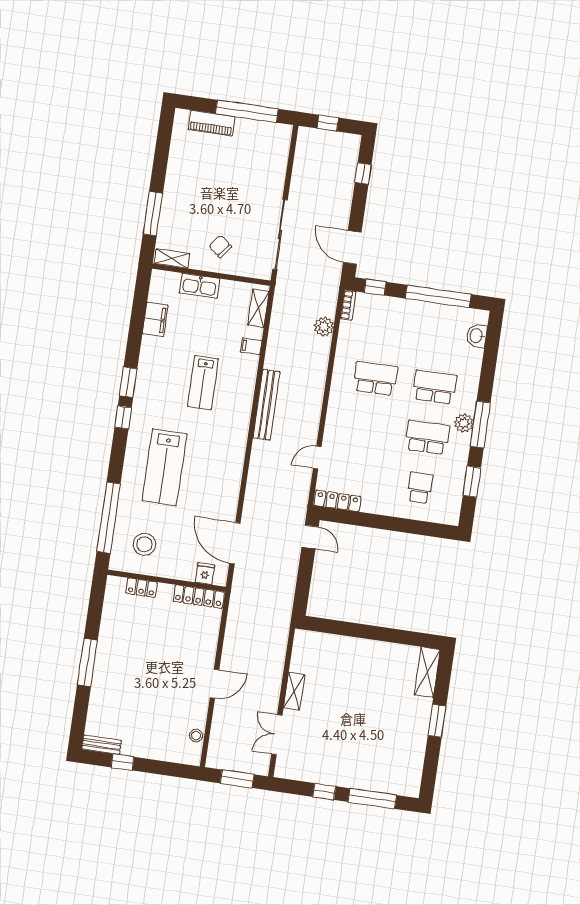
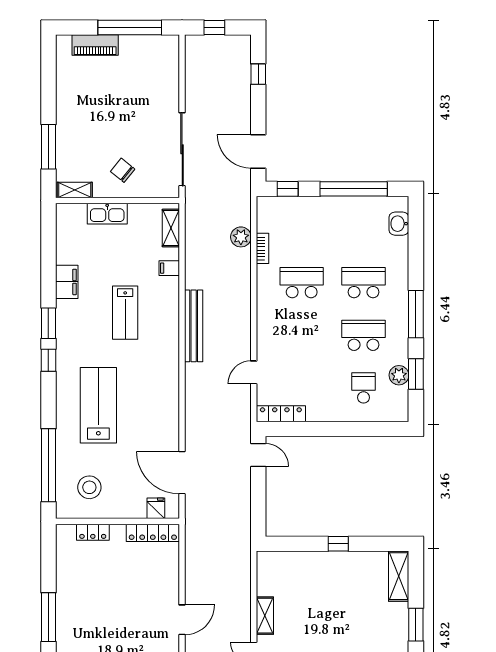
bookcase: (348, 305) -> (262, 248), moved
filing cabinet: (155, 319) -> (67, 282), moved
plant: (464, 423) -> (399, 375), moved
lab bench: (164, 467) -> (98, 405), turned 180
window: (374, 633) -> (338, 544), added

